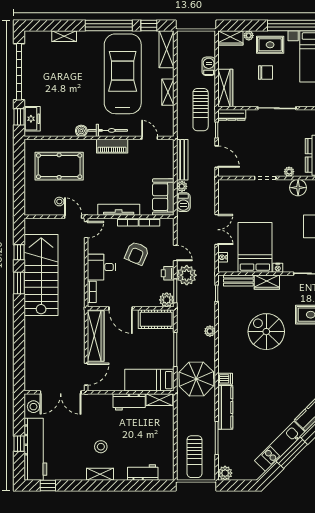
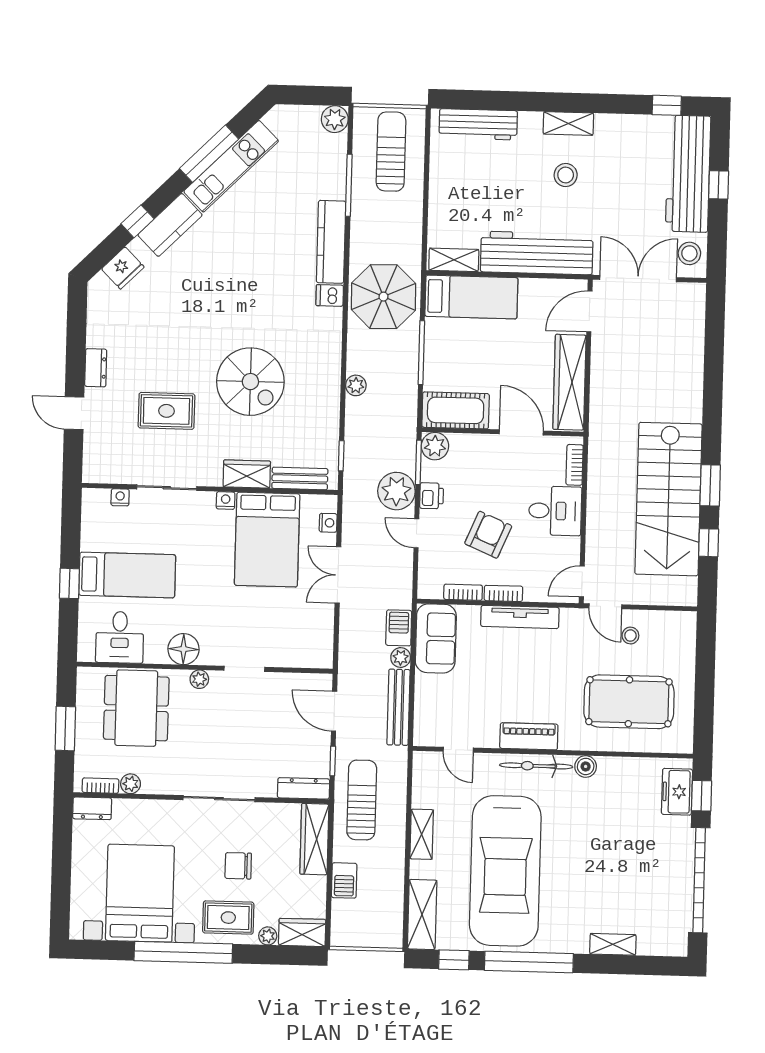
workbench: (129, 402) -> (537, 253), width x1.88, depth x1.32
workbench: (143, 472) -> (478, 124), width x1.38

